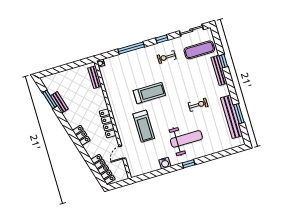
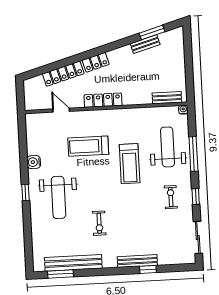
exercise mat: (199, 50) -> (170, 242), removed
weight bench: (131, 68) -> (168, 147), added
window: (239, 114) -> (60, 274), moved
locker: (103, 169) -> (63, 74), moved

